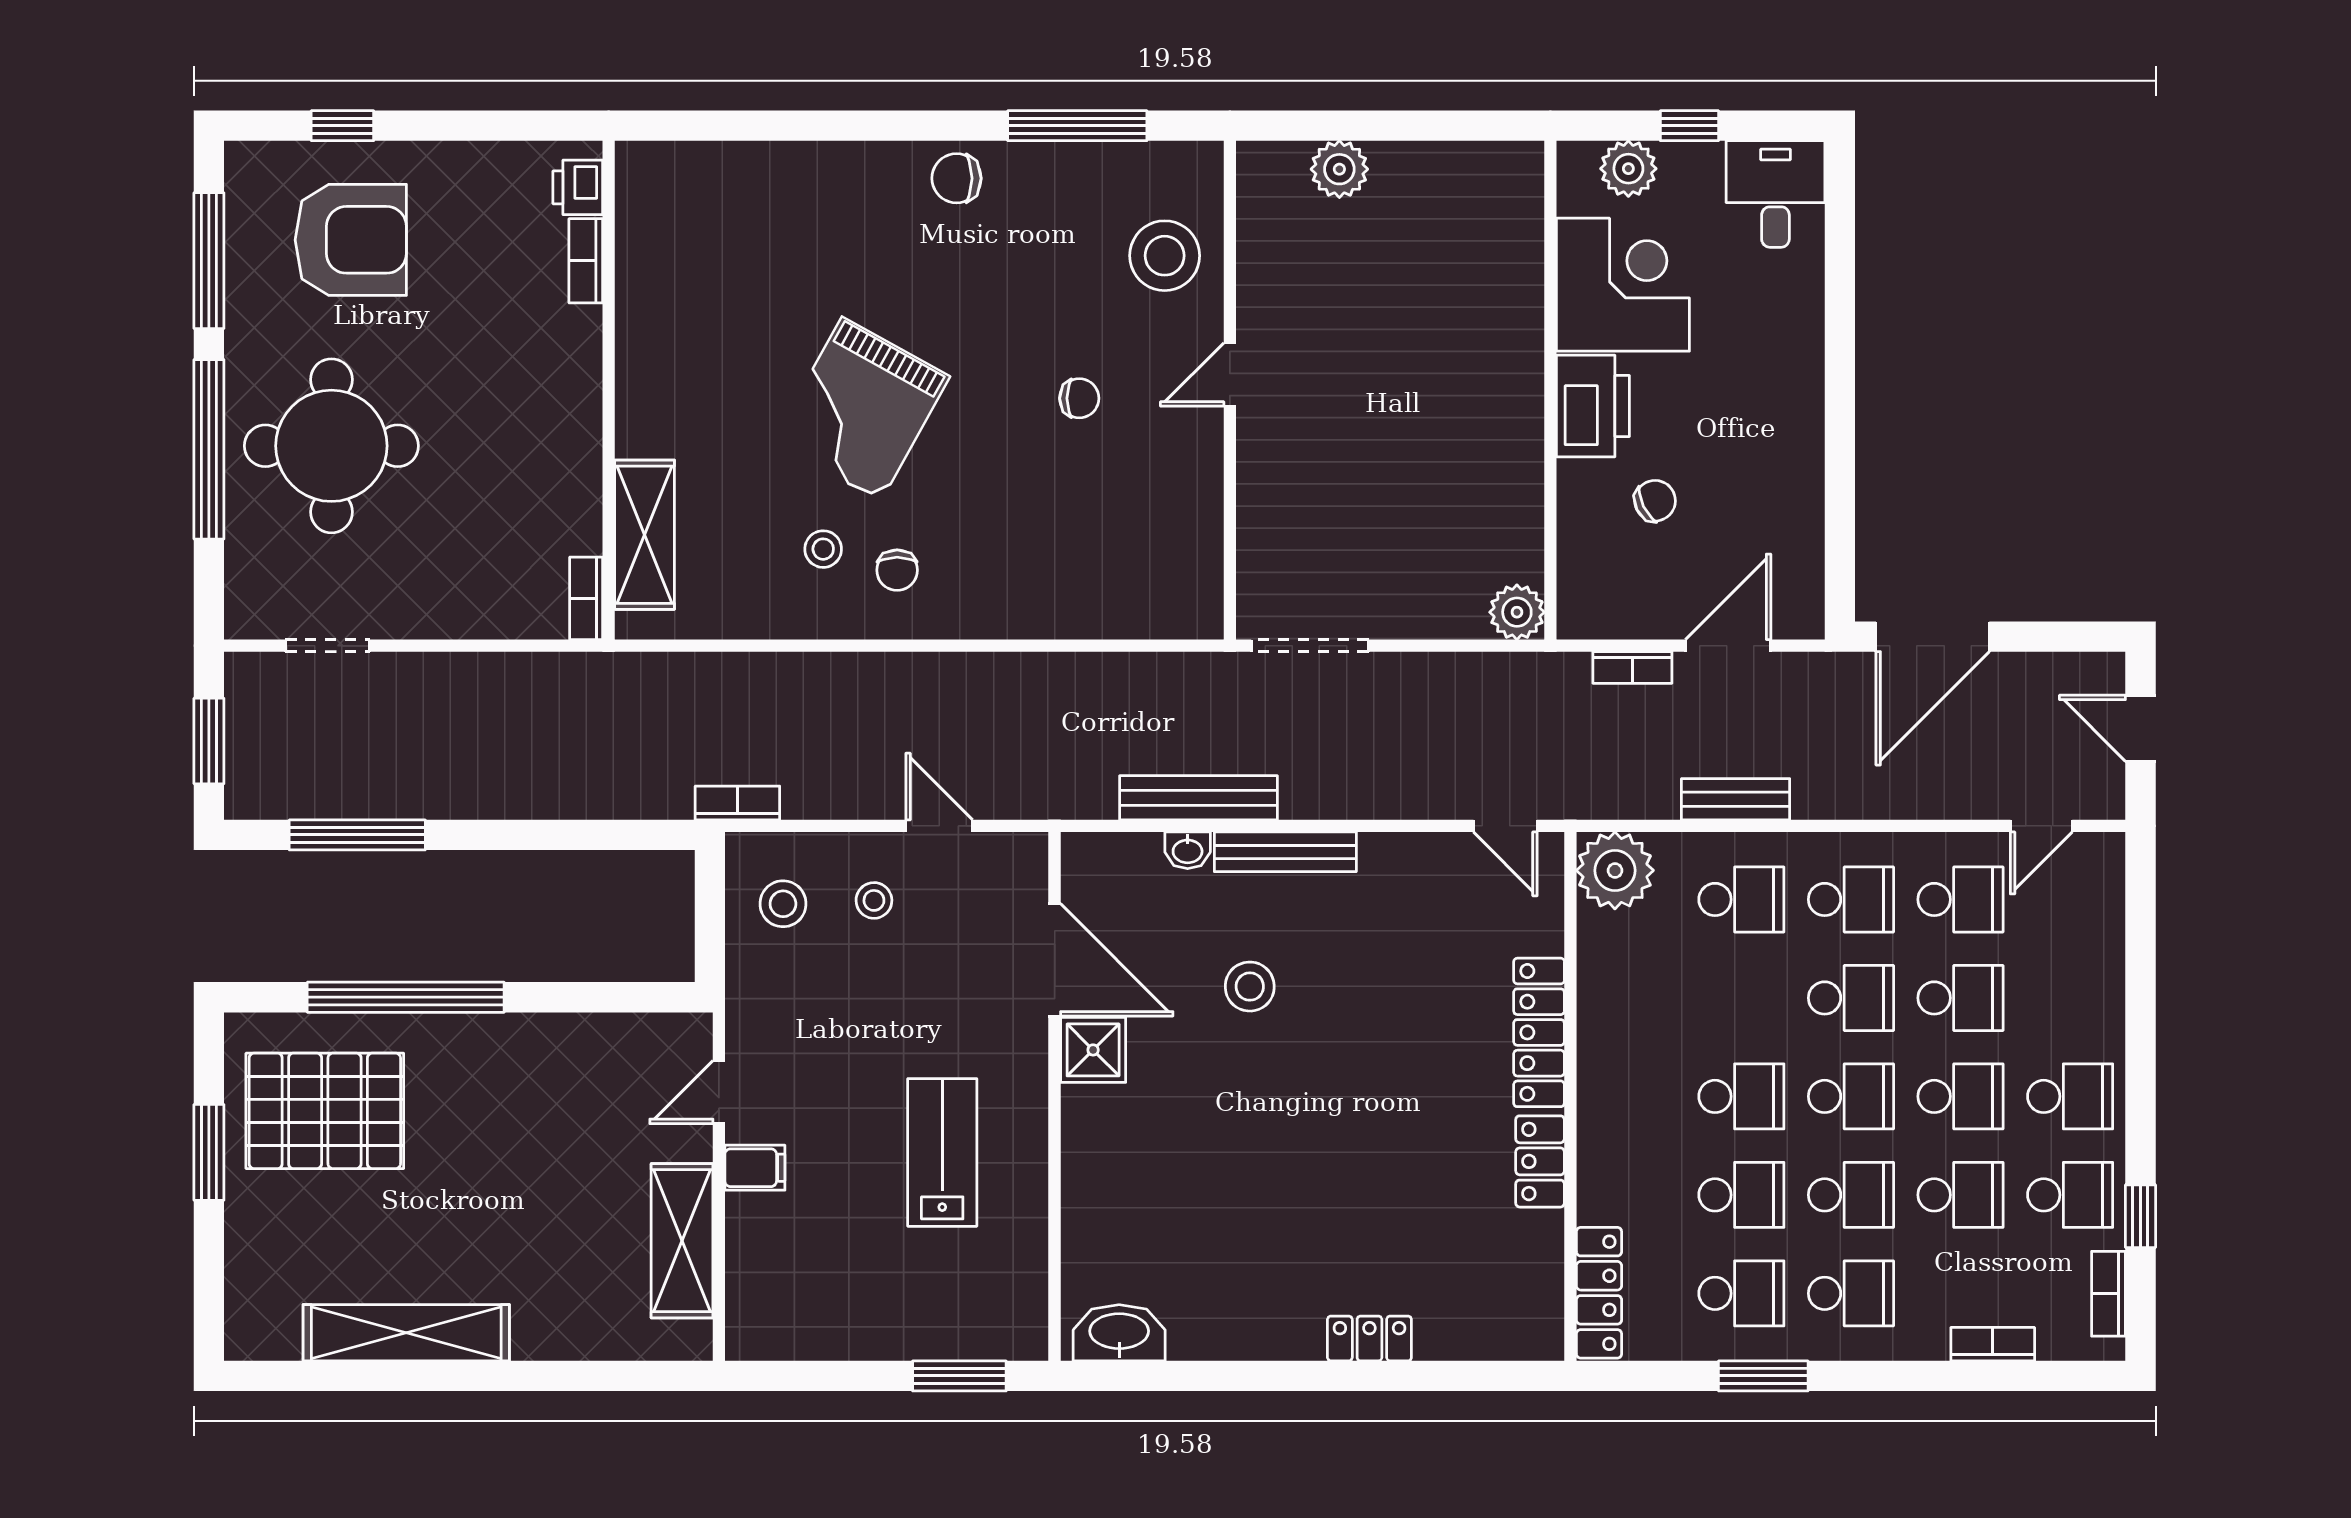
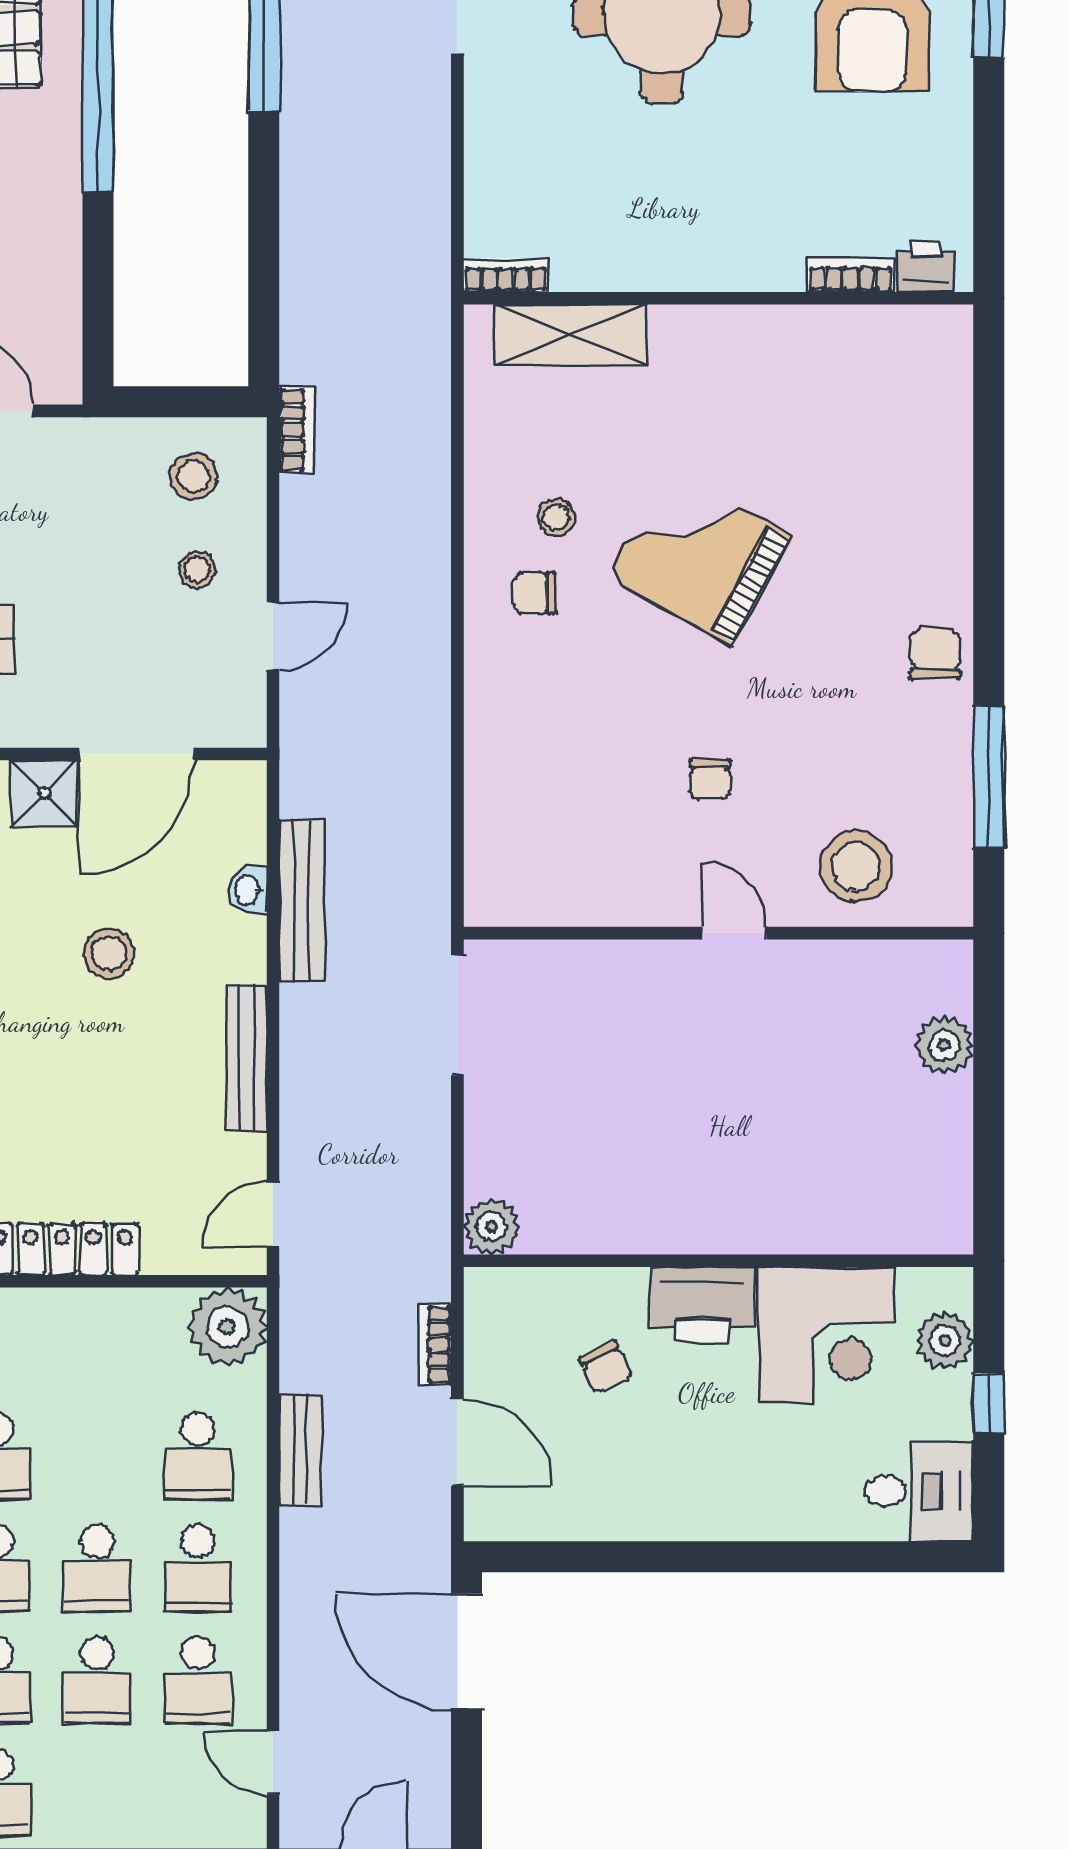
bench: (1285, 852) -> (247, 1058), moved

